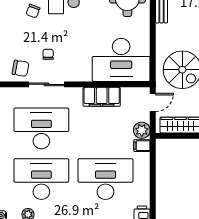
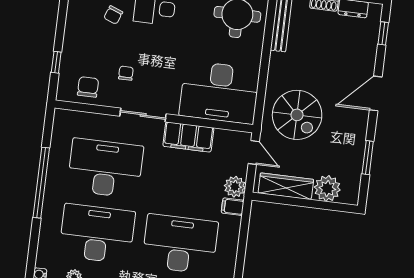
chair: (21, 68) -> (88, 87), turned -100
sliding door: (47, 84) -> (143, 115), moved
door: (153, 102) -> (254, 152), hinge flipped

